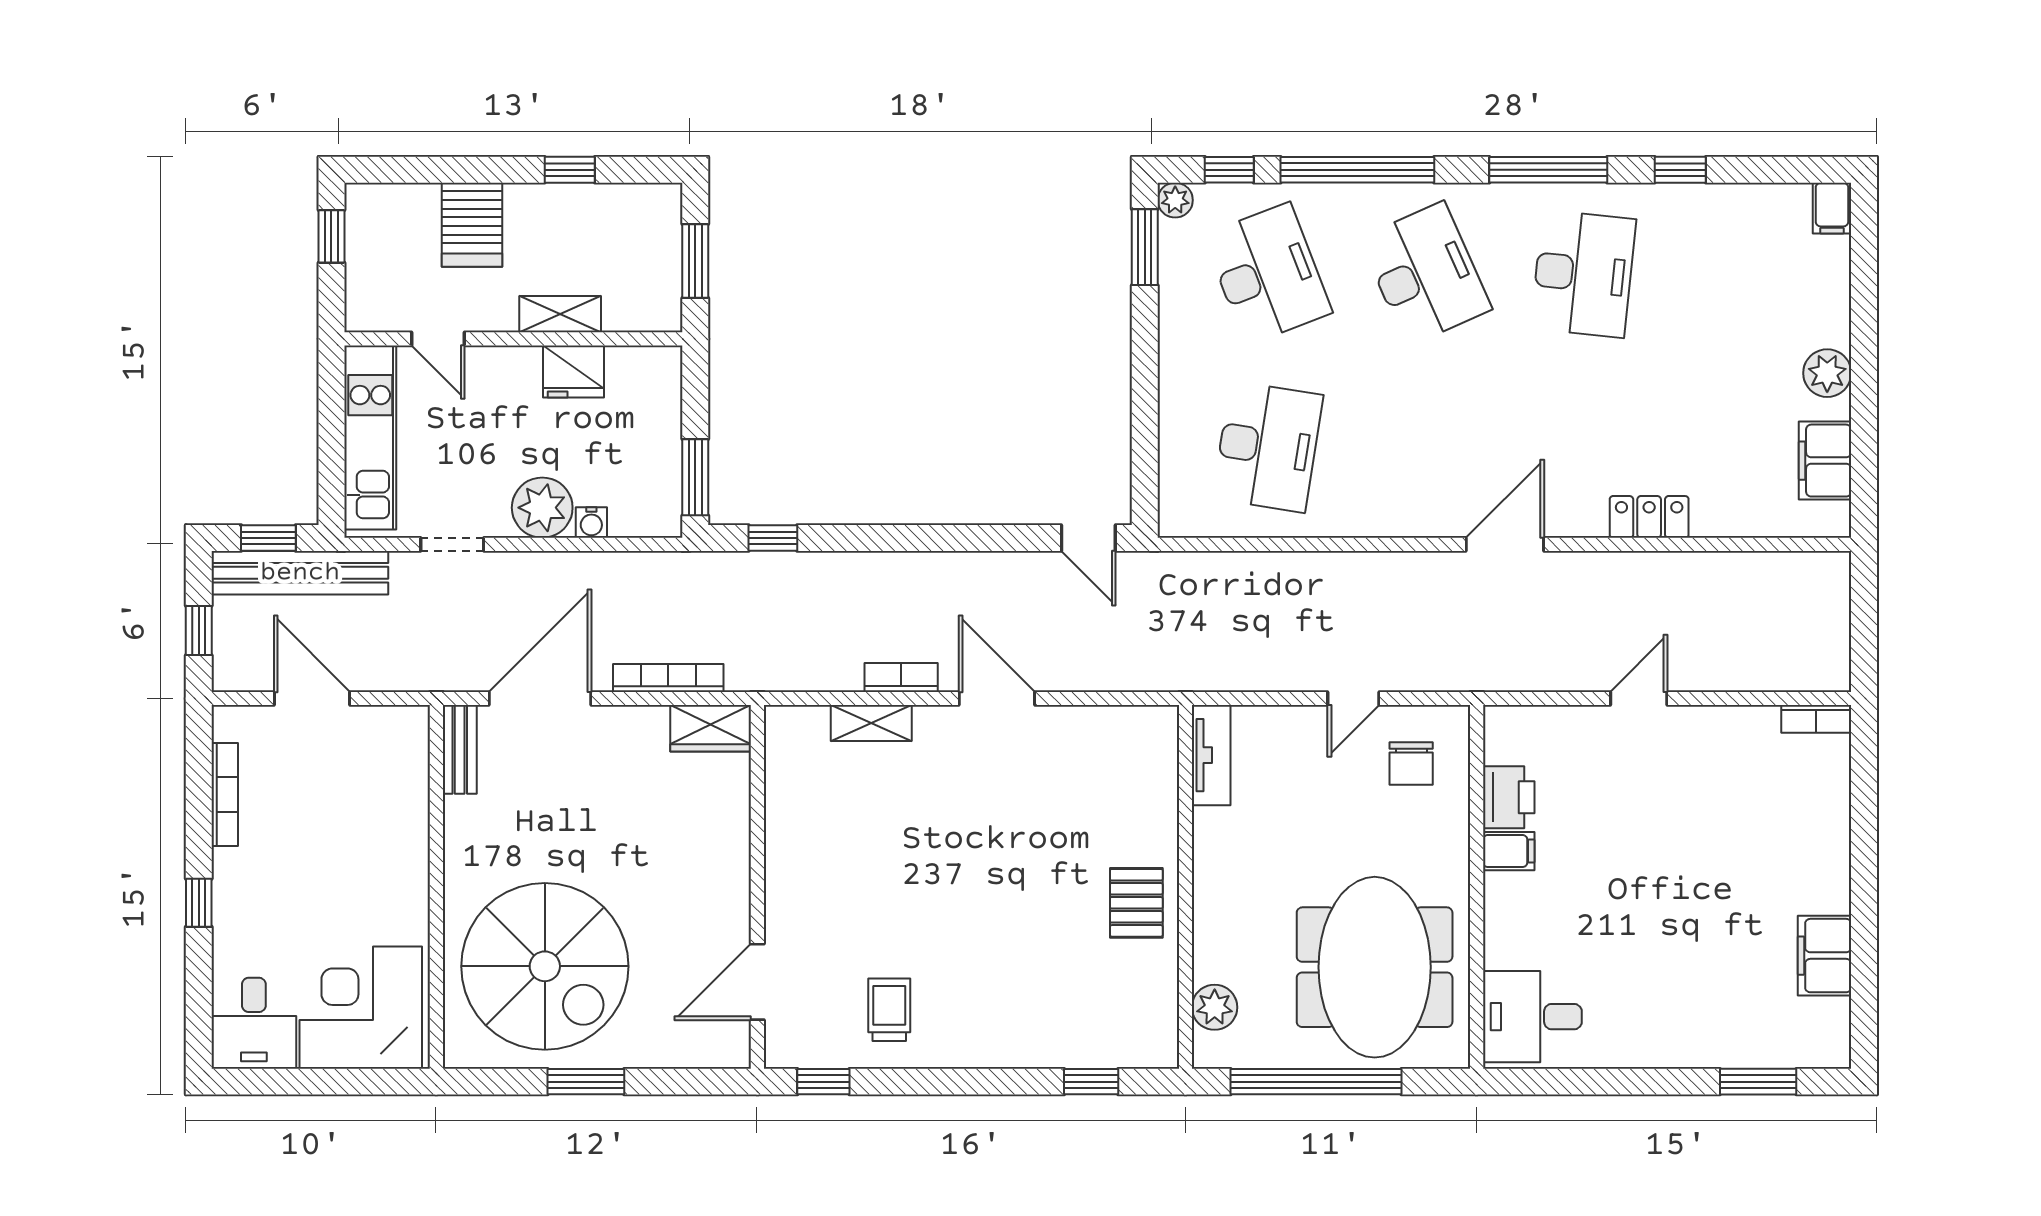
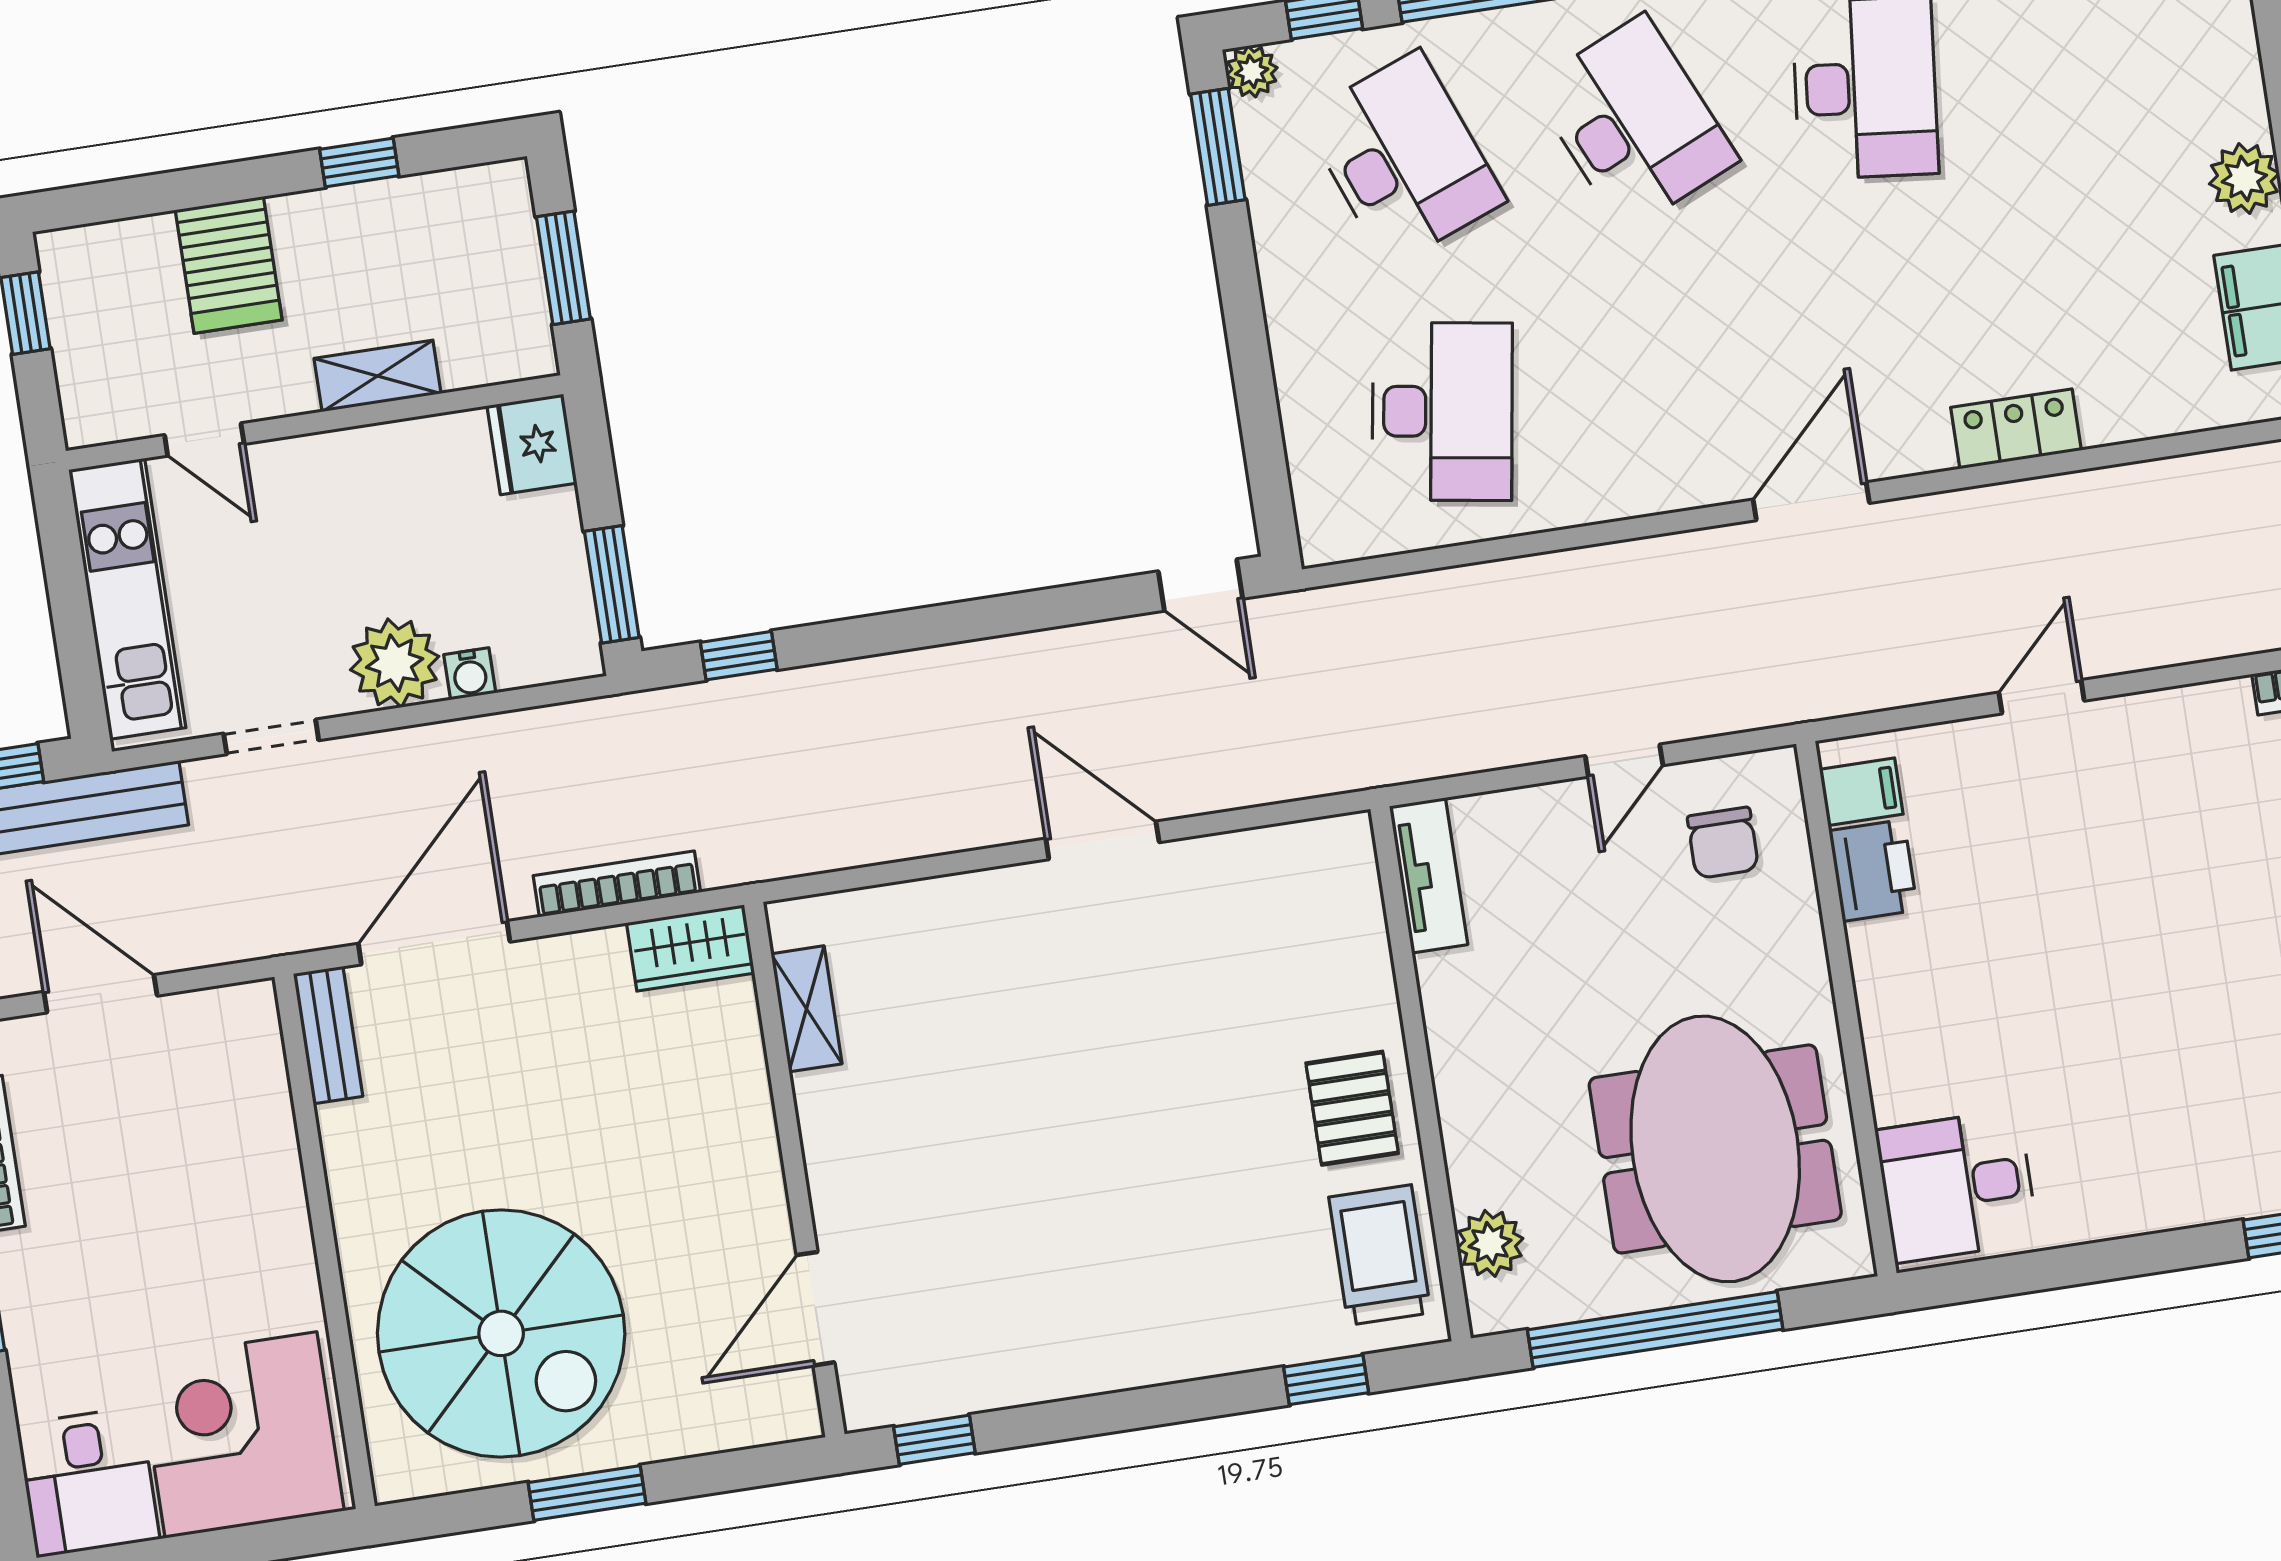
fridge: (574, 371) -> (532, 444), moved, turned 90
bookcase: (901, 677) -> (958, 831), removed
shelving: (871, 723) -> (806, 1009), moved, turned 90
filing cabinet: (1509, 851) -> (1861, 792), moved
trolley: (889, 1010) -> (1380, 1255), moved, width x1.36, depth x1.39

